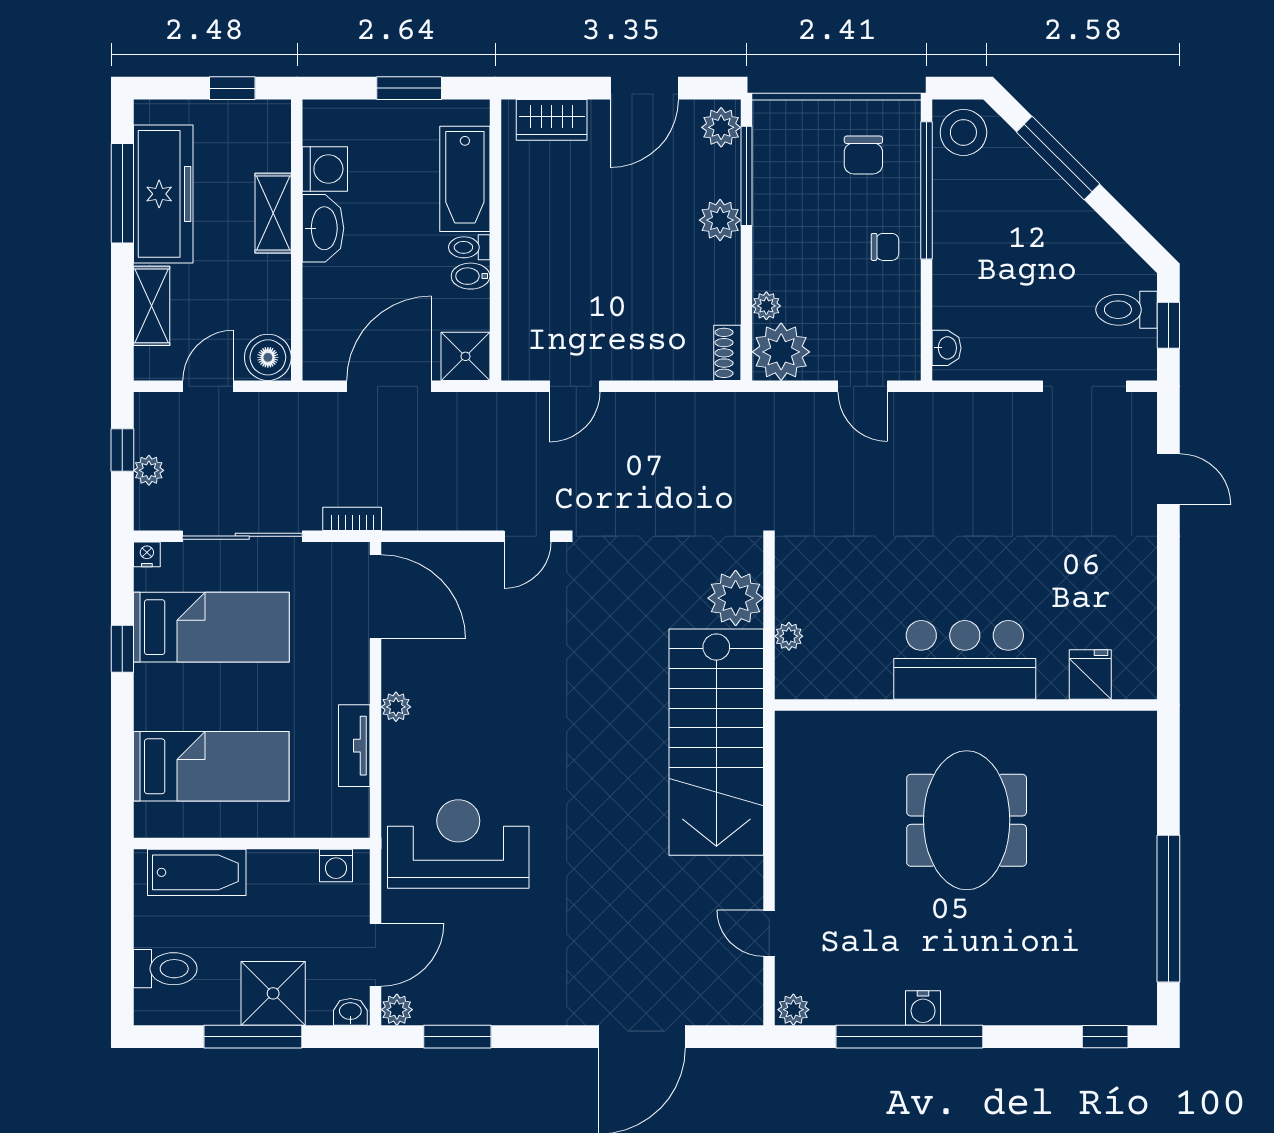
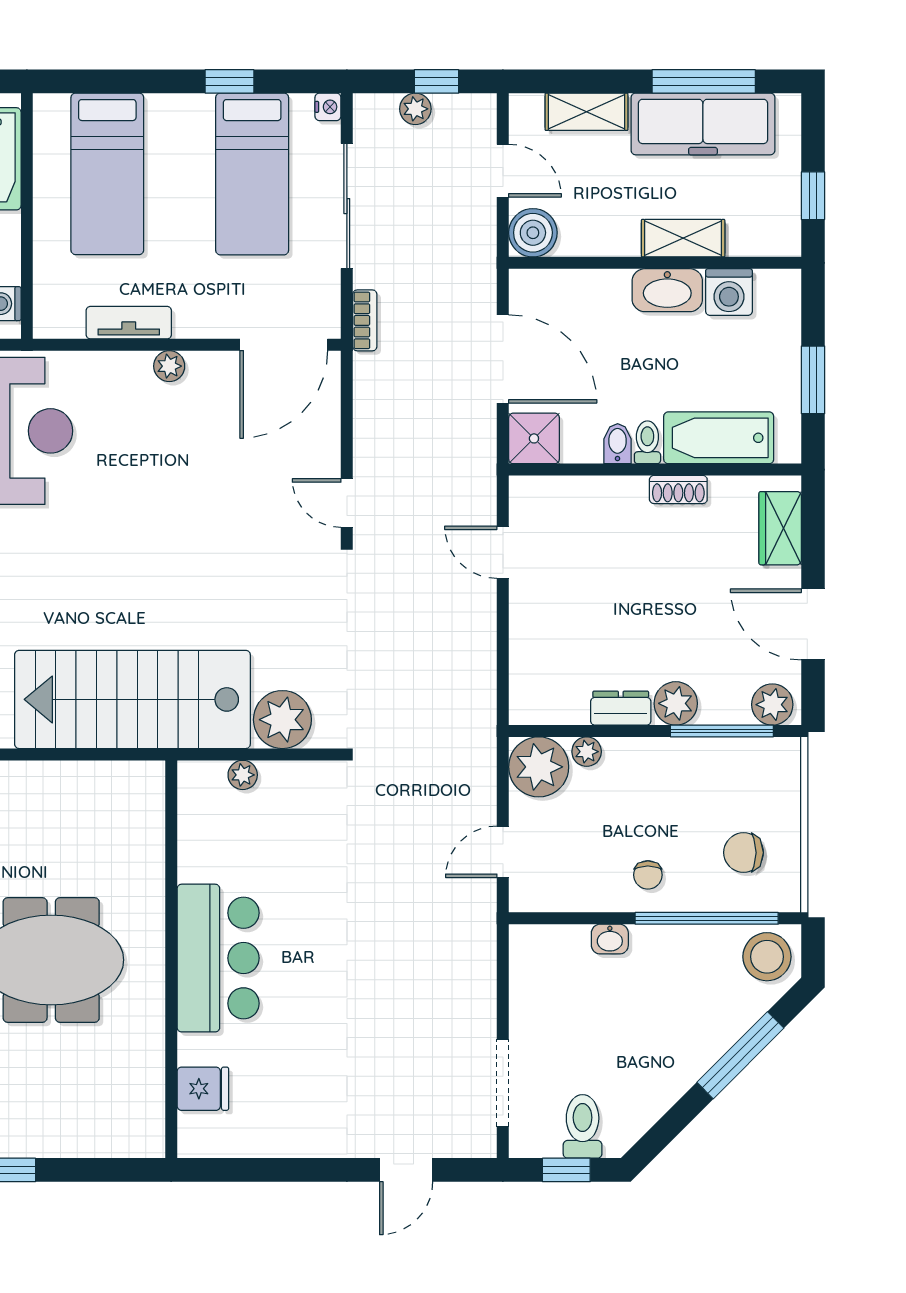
dresser: (725, 273) -> (621, 708), added
washbasin: (946, 348) -> (610, 939), moved
shoe rack: (727, 353) -> (678, 489), moved, turned 180

